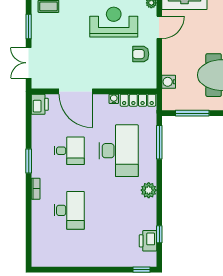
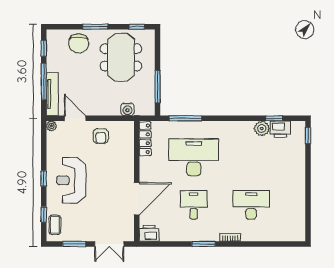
reception desk: (114, 22) -> (71, 180), moved
water cooler: (114, 99) -> (144, 162), removed
plant: (149, 190) -> (262, 129), moved

